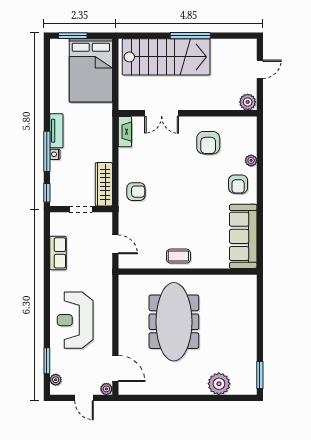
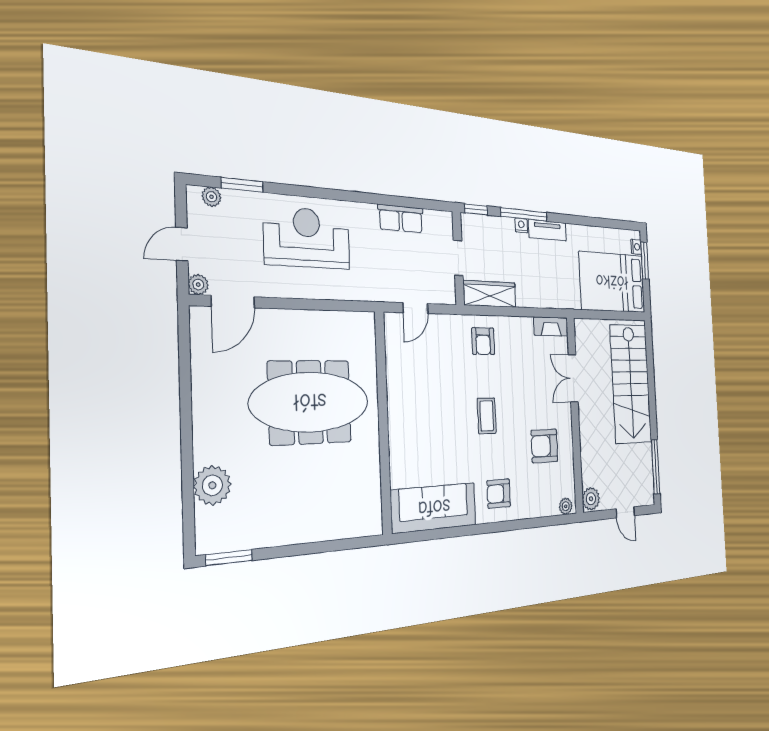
window: (190, 36) -> (656, 467), moved
nightstand: (63, 44) -> (636, 247), added
plant: (251, 160) -> (566, 506), moved
coffee table: (178, 256) -> (487, 416), moved

